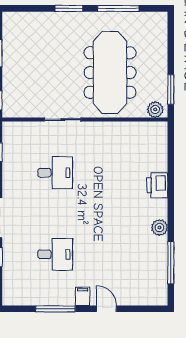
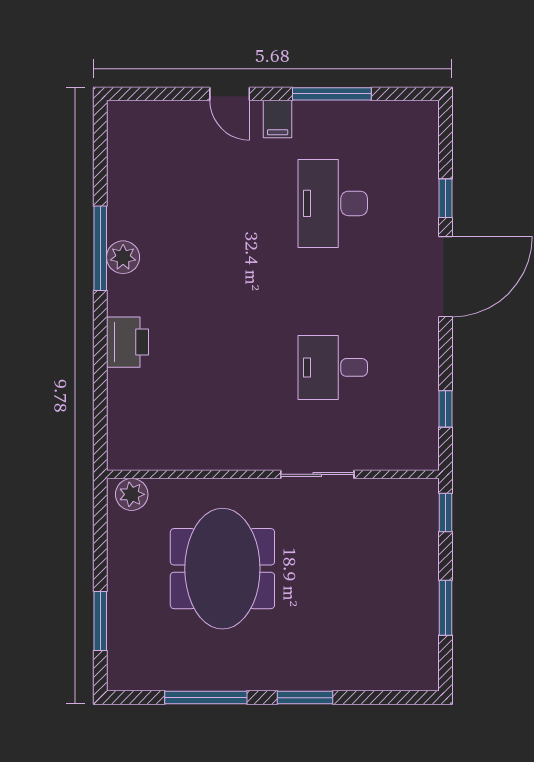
meeting table: (110, 73) -> (222, 569), width x0.73
window: (171, 90) -> (100, 621), moved
desk: (55, 254) -> (333, 203), width x1.37
window: (171, 263) -> (100, 248), moved

